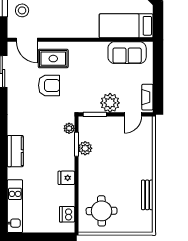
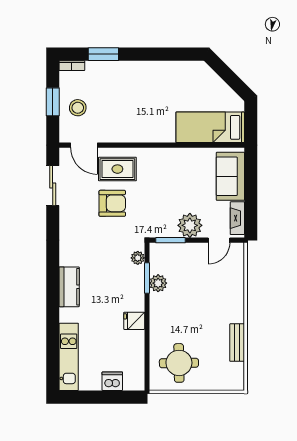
sofa: (127, 53) -> (230, 176), moved, turned 90
dishwasher: (67, 214) -> (112, 381), moved, turned 90

